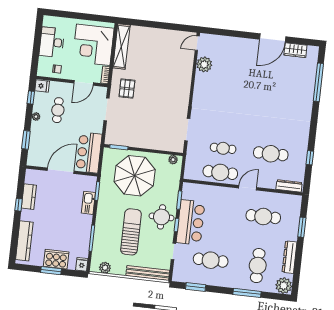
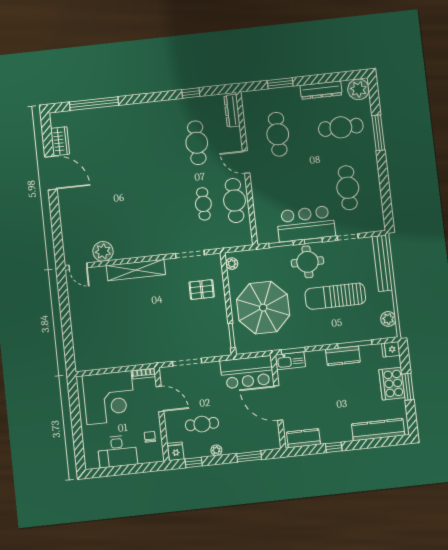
shelving: (121, 46) -> (136, 270), moved
pallet: (127, 89) -> (202, 290), moved
kitchen counter: (29, 197) -> (303, 438), moved
kitchen sink: (88, 203) -> (290, 361), moved
kitchen counter: (85, 227) -> (343, 356), added
window: (196, 287) -> (386, 199), removed

